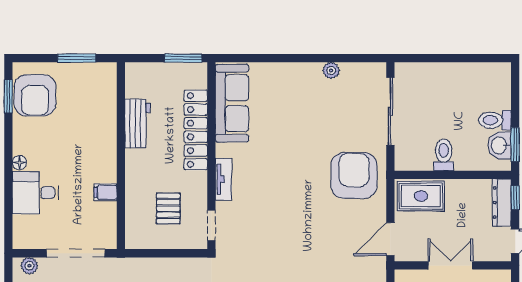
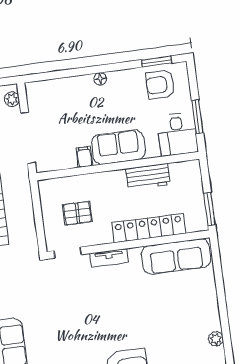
armchair: (35, 95) -> (160, 85), width x0.73, depth x0.73
sofa: (100, 152) -> (118, 147), added
desk: (35, 193) -> (177, 134), moved, turned 180

